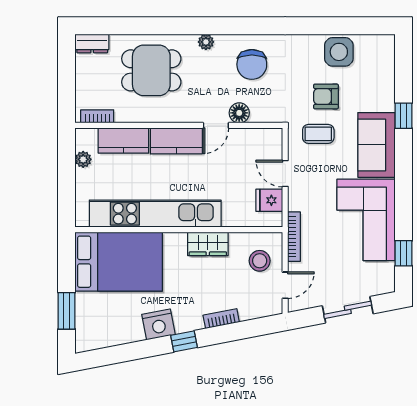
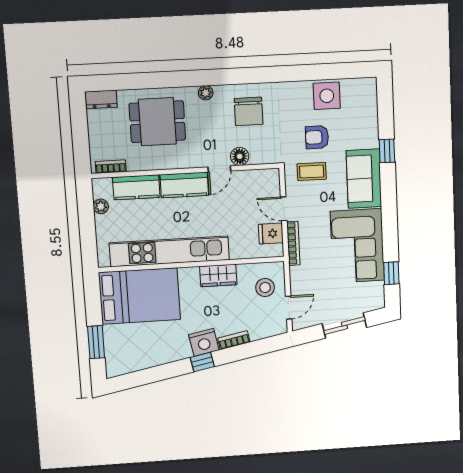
bookcase: (294, 237) -> (293, 243), moved
nightstand: (159, 324) -> (204, 342), moved

